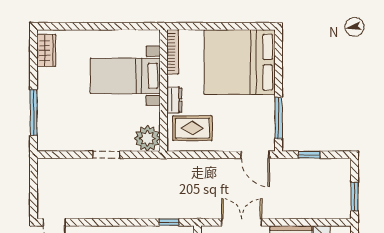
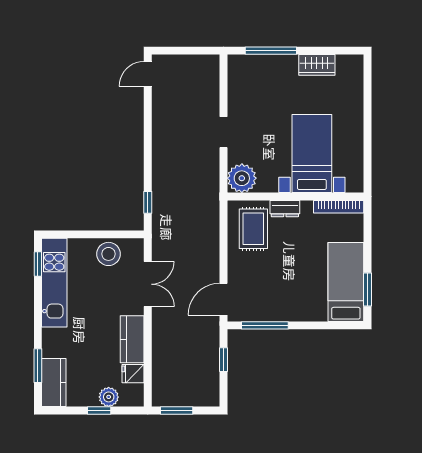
window: (247, 26) -> (367, 290), added
wardrobe: (46, 50) -> (317, 65), moved
bed: (240, 62) -> (346, 282), width x0.49

